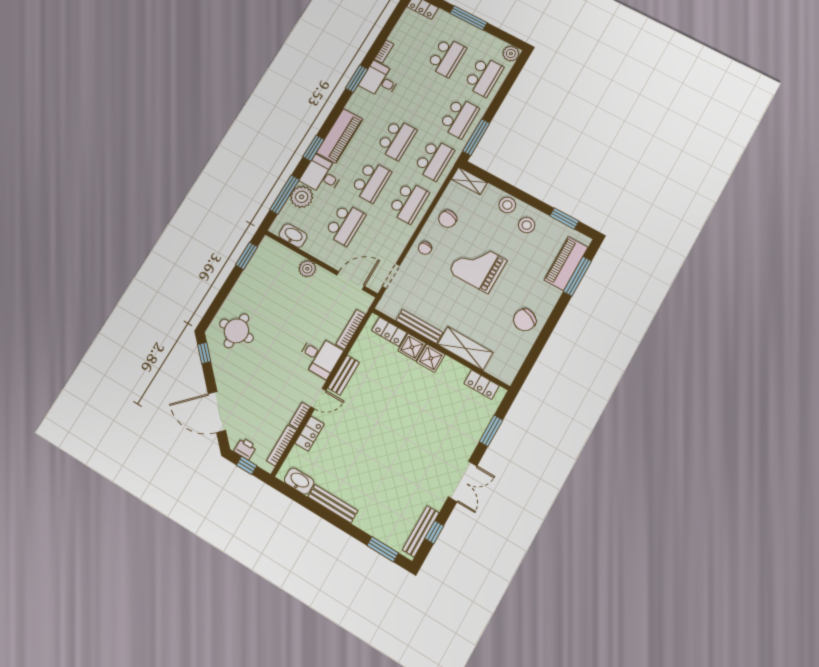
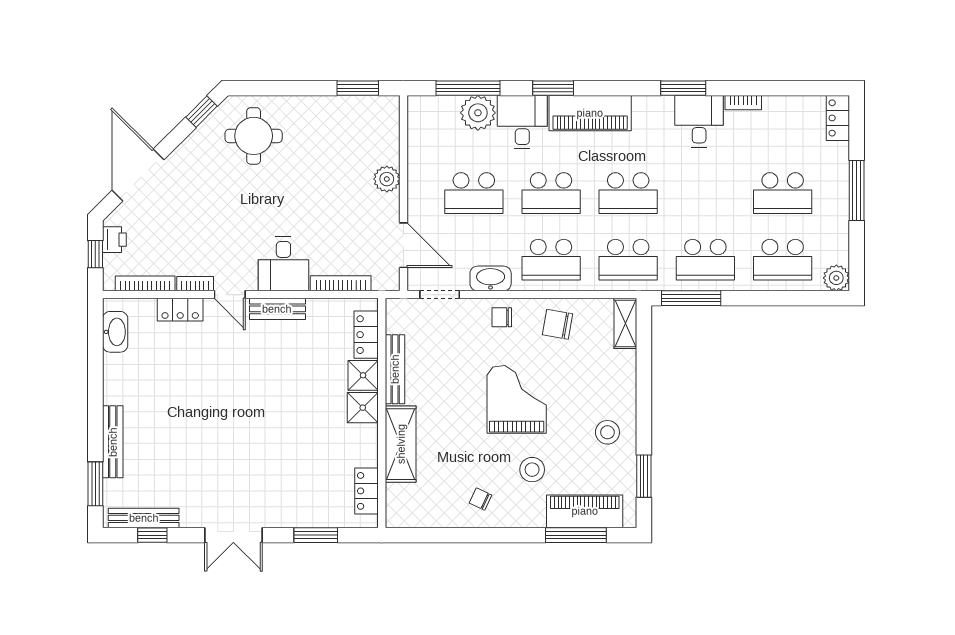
stool: (507, 205) -> (532, 470), moved
washbasin: (293, 236) -> (491, 278), moved, turned -90
chair: (525, 320) -> (480, 499), width x0.54, depth x0.54
bench: (333, 504) -> (113, 442), moved

